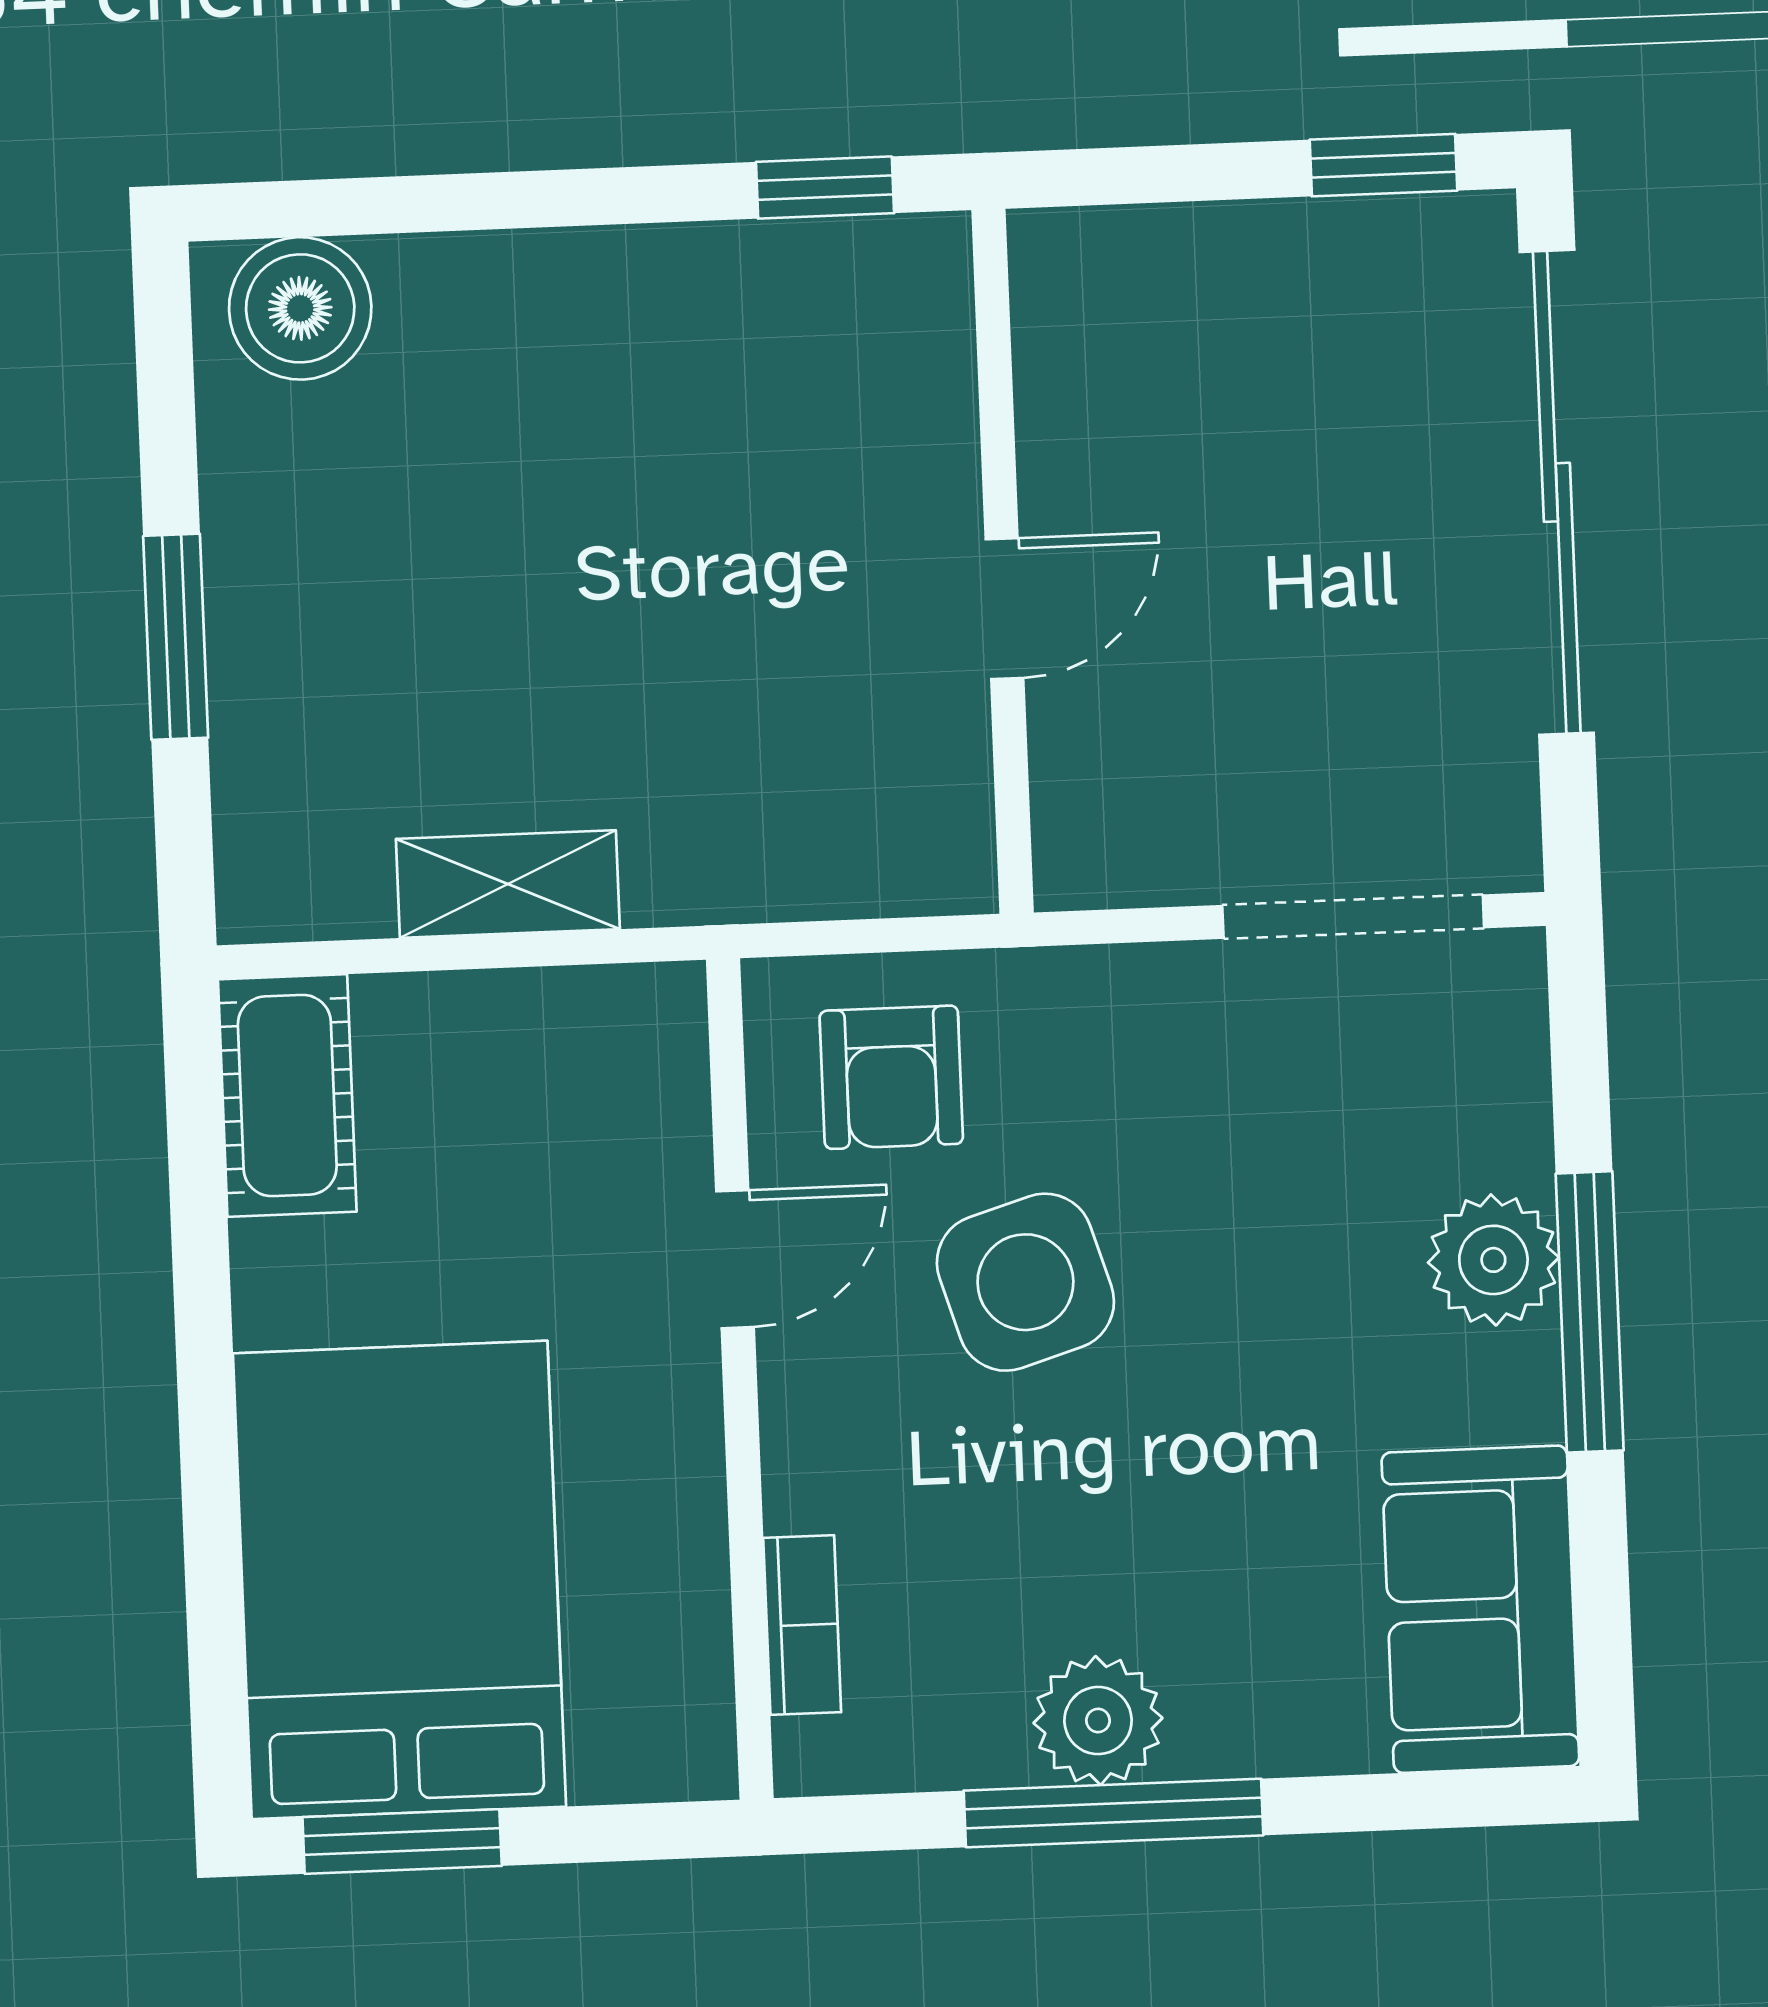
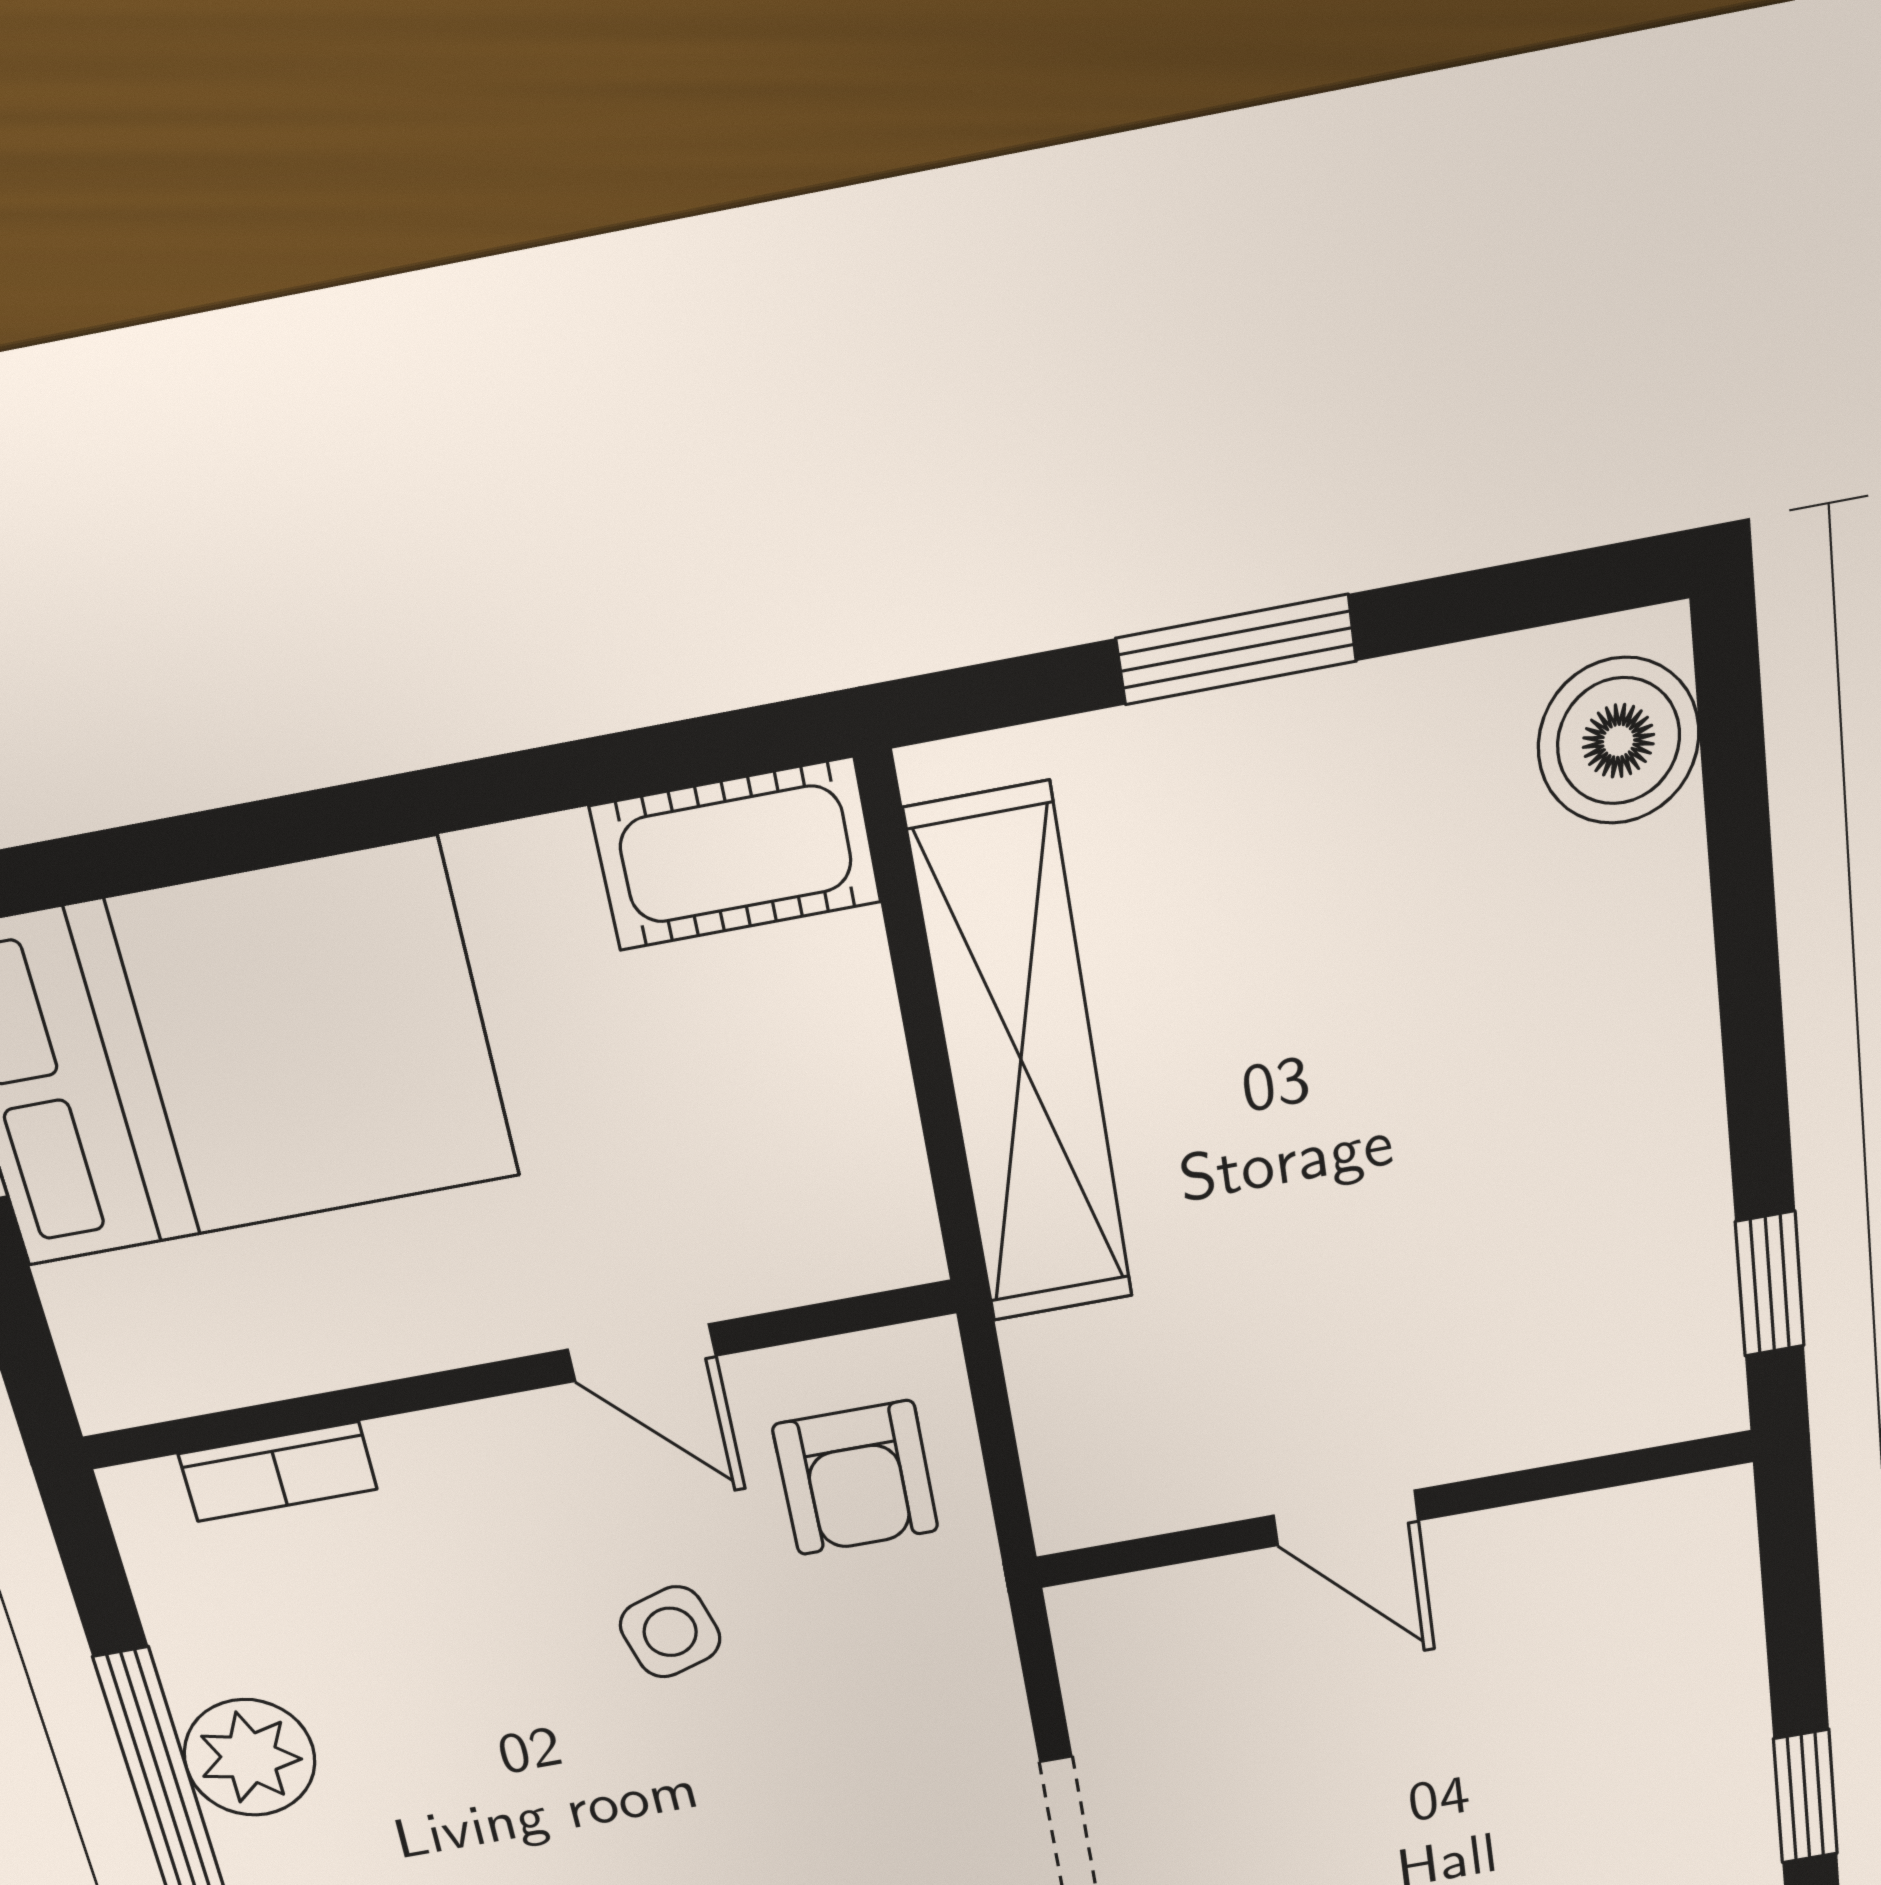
shelving: (508, 884) -> (1021, 1059), width x2.20, depth x1.33
armchair: (891, 1077) -> (856, 1478), turned -90
side table: (1025, 1282) -> (670, 1632), width x0.54, depth x0.54

